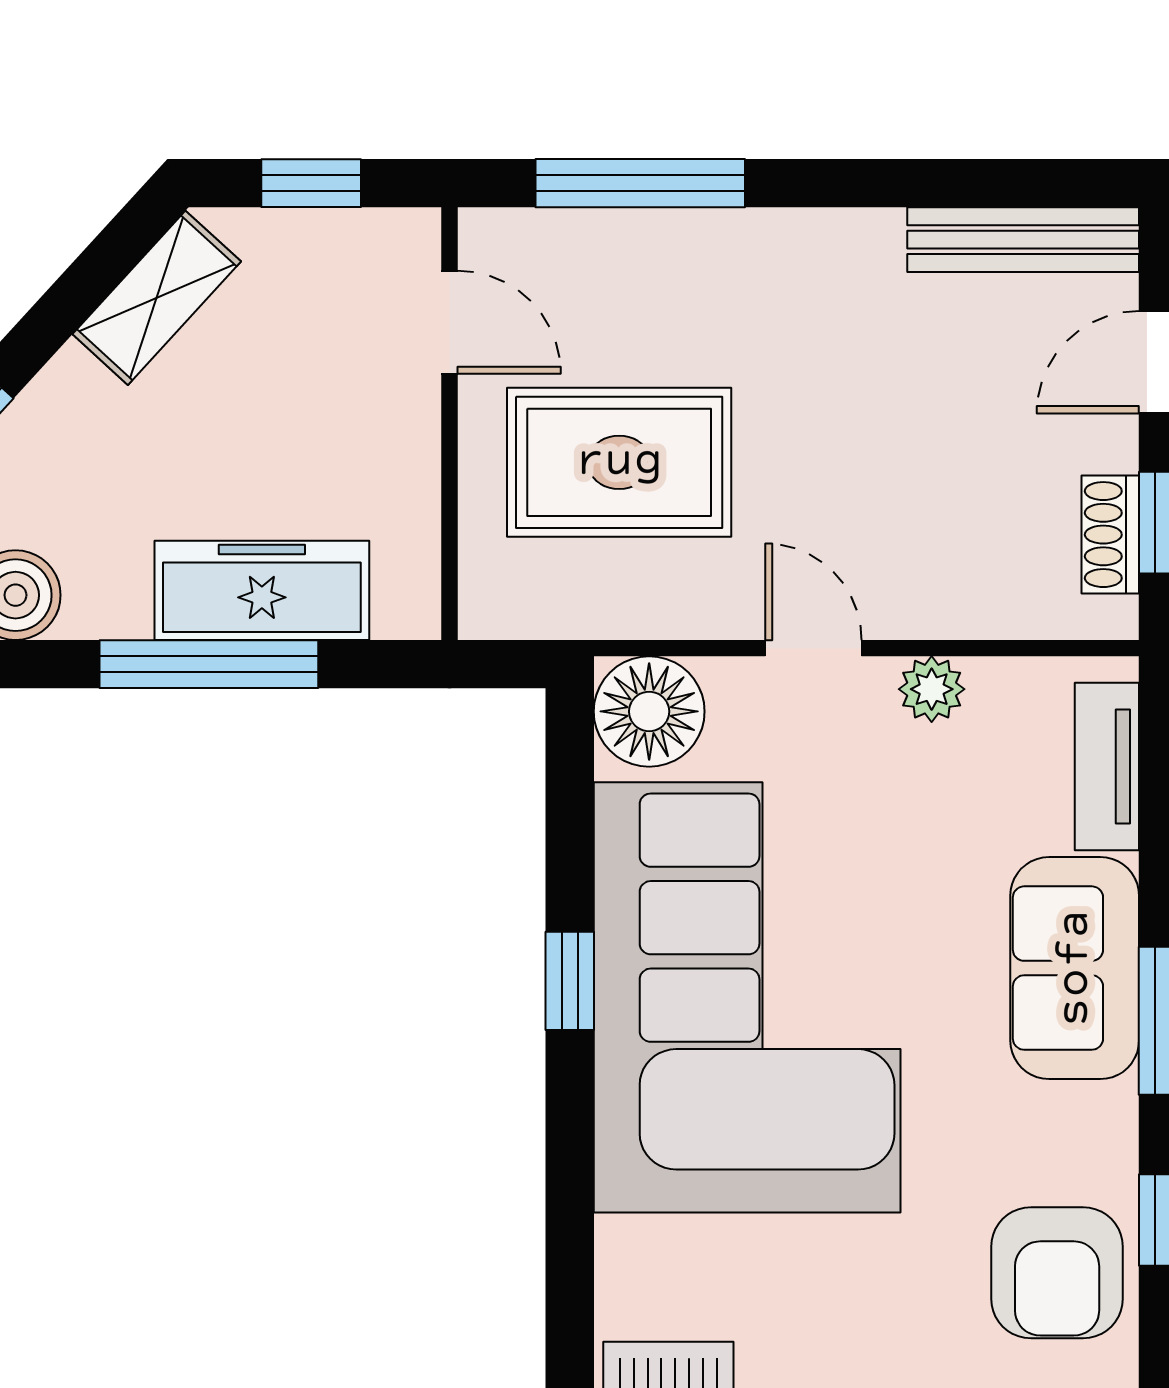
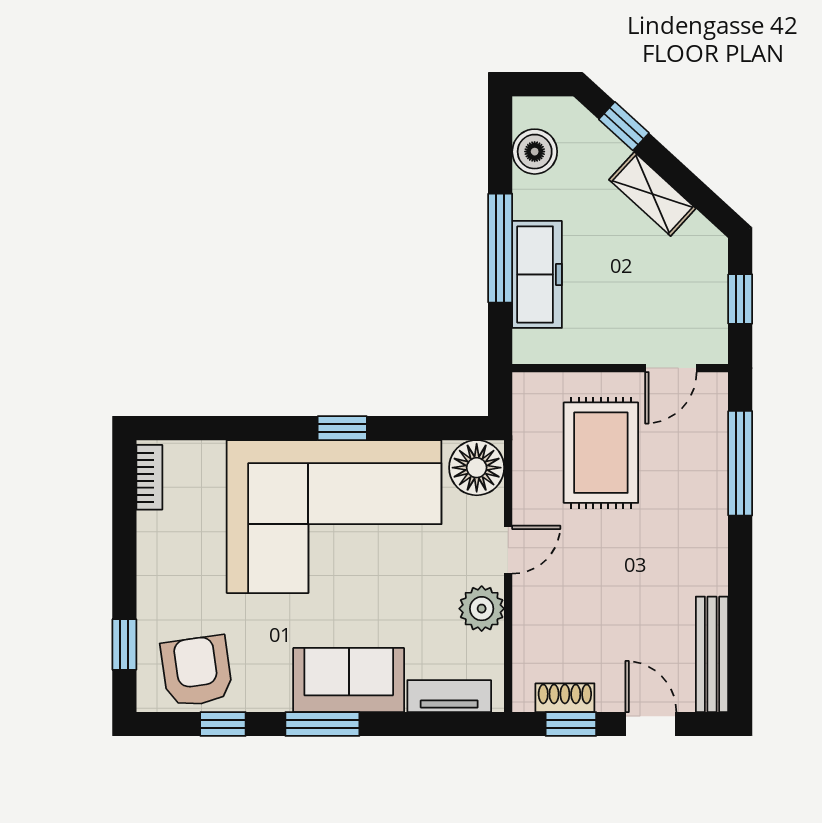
shelving: (157, 298) -> (652, 194), moved
plant: (932, 689) -> (482, 609), width x1.38, depth x1.38
armchair: (1057, 1273) -> (197, 671), turned 82

